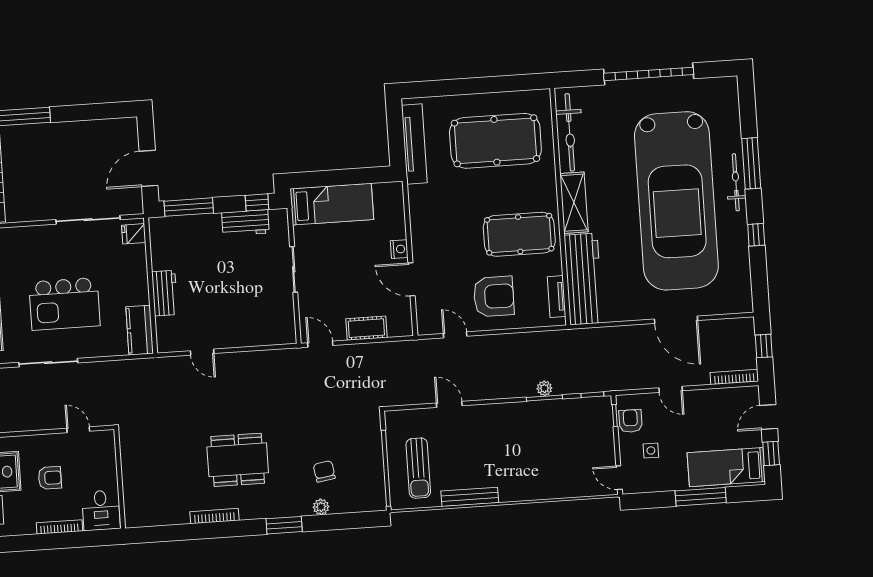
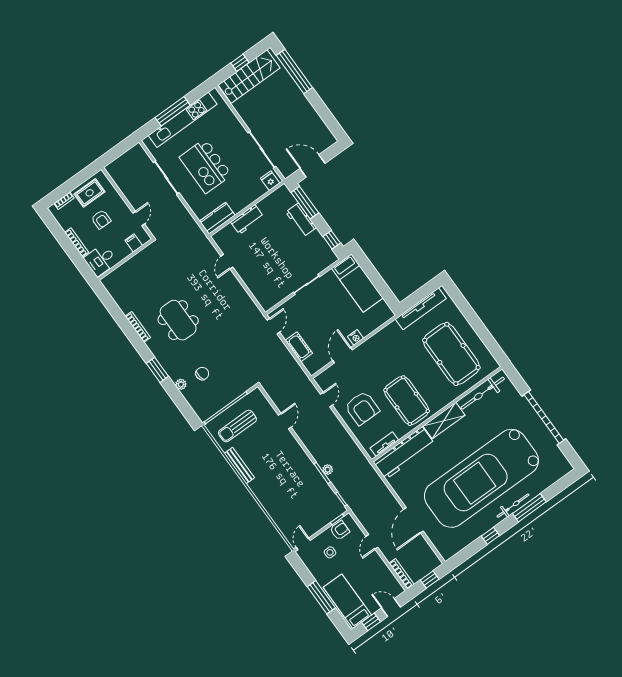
workbench: (245, 223) -> (301, 220), moved
filing cabinet: (105, 455) -> (134, 243), added

